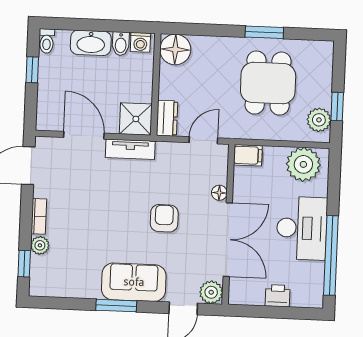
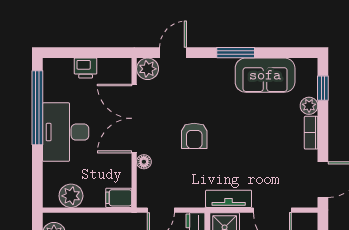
plant: (303, 164) -> (71, 196), width x0.73, depth x0.73
sofa: (134, 282) -> (265, 75), moved

